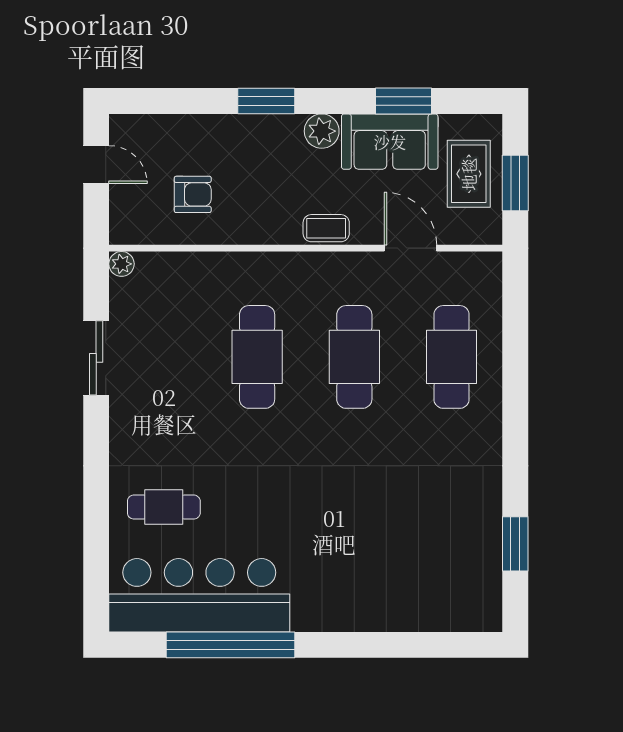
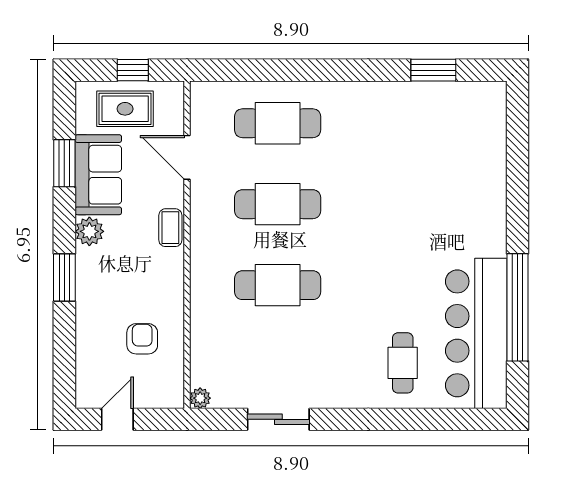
window: (515, 183) -> (133, 70), width x0.67
door: (410, 248) -> (187, 157), hinge flipped

